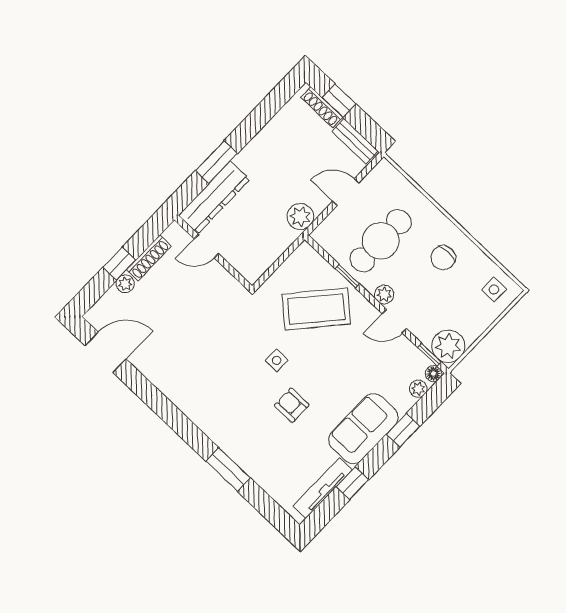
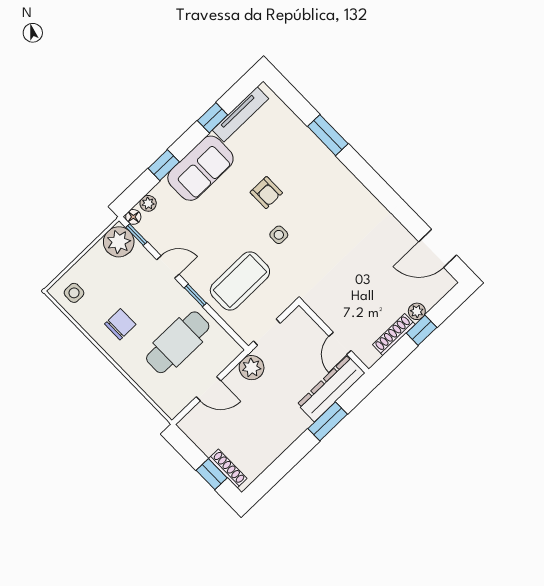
bench: (355, 141) -> (198, 436), removed
door: (206, 246) -> (340, 343), swing flipped
doorway: (285, 255) -> (267, 332), added
window: (347, 276) -> (195, 295), moved
plant: (384, 294) -> (176, 292), removed
coffee table: (316, 309) -> (240, 281), turned -41

